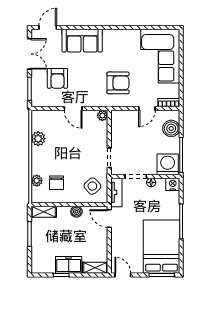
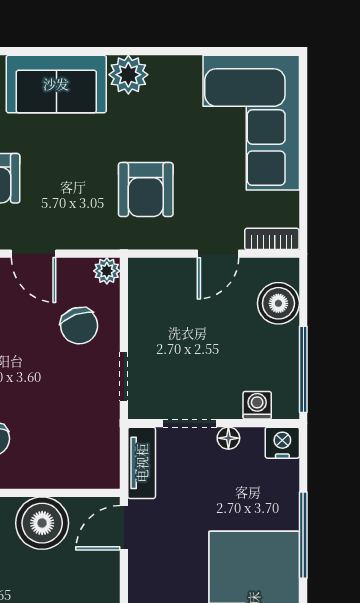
plant: (111, 37) -> (128, 75), added
armchair: (118, 83) -> (146, 190), turned 90
chair: (91, 137) -> (79, 326), added
washing machine: (168, 164) -> (257, 405), width x0.53, depth x0.53
side table: (92, 186) -> (82, 447), removed
boiler: (76, 212) -> (42, 523), width x1.86, depth x1.86
door: (109, 218) -> (124, 528), hinge flipped

